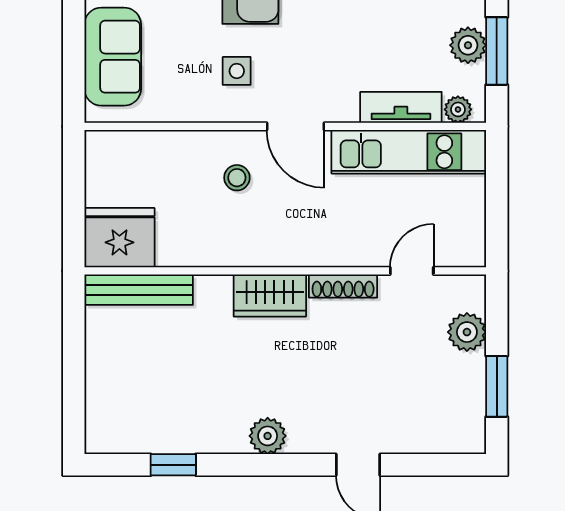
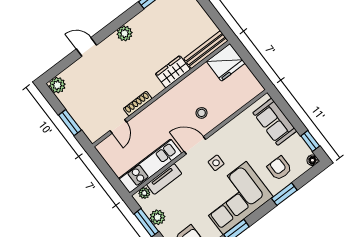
side table: (237, 71) -> (216, 163), moved
wardrobe: (270, 295) -> (173, 72), moved
plant: (467, 332) -> (57, 85), moved
window: (497, 386) -> (70, 123), moved

